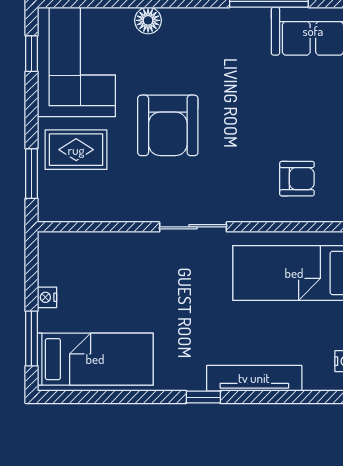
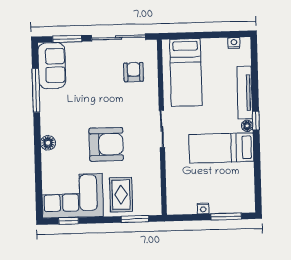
floor lamp: (148, 20) -> (48, 143), moved
bed: (95, 359) -> (221, 148), moved, turned -90
floor lamp: (194, 381) -> (247, 126), added

